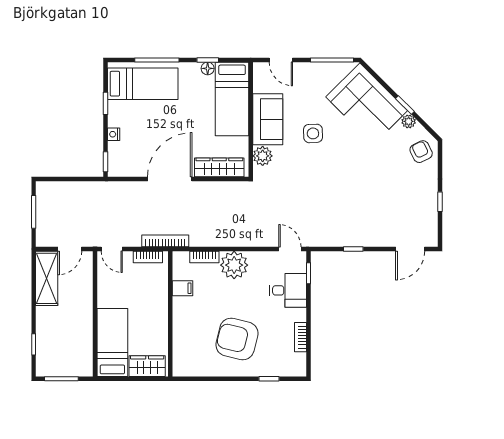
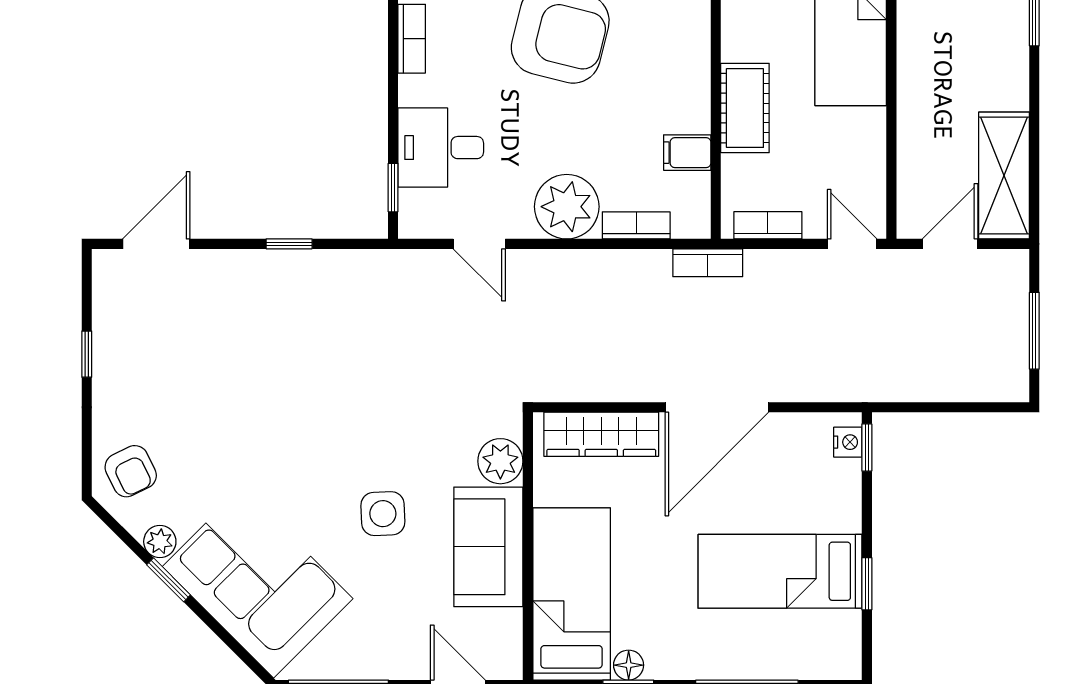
bed: (143, 84) -> (780, 571), moved
nightstand: (114, 134) -> (848, 442), moved
bookcase: (165, 241) -> (708, 263), width x0.64
door: (290, 249) -> (479, 244), moved
cot: (158, 307) -> (745, 108), added

